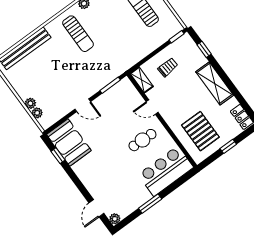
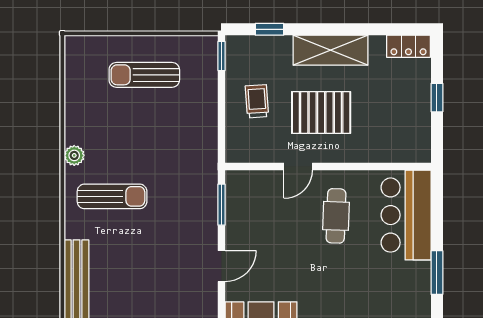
shelving: (142, 80) -> (247, 153), removed
pallet: (200, 131) -> (321, 113), moved

